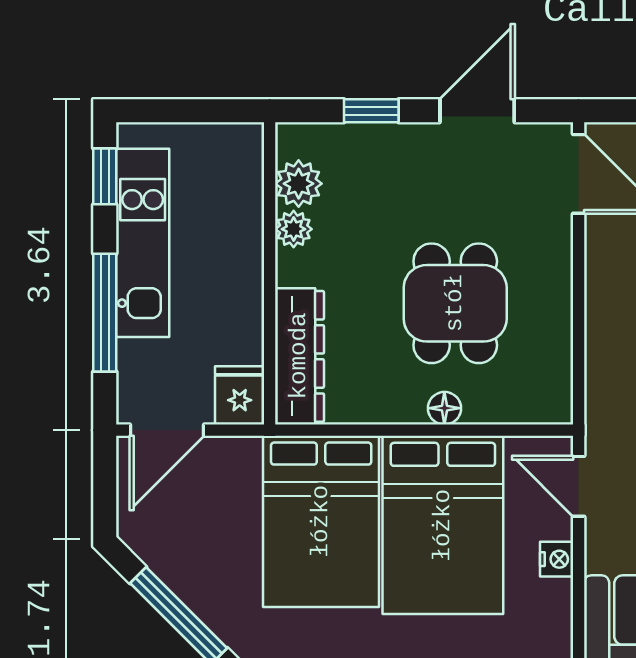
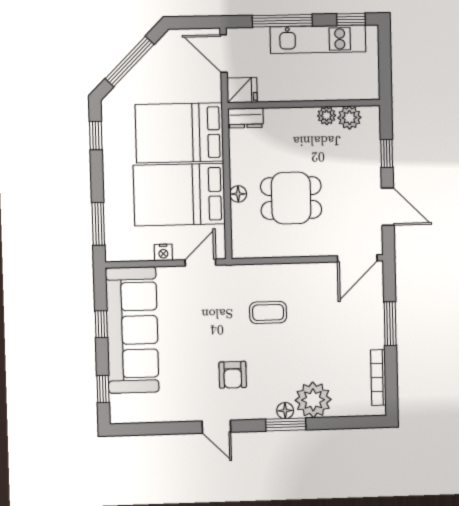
dresser: (299, 356) -> (246, 118), width x0.51, depth x0.80

